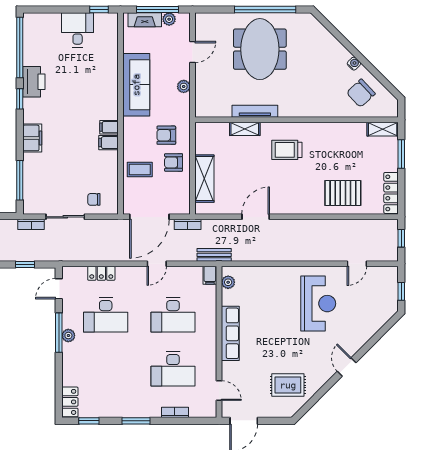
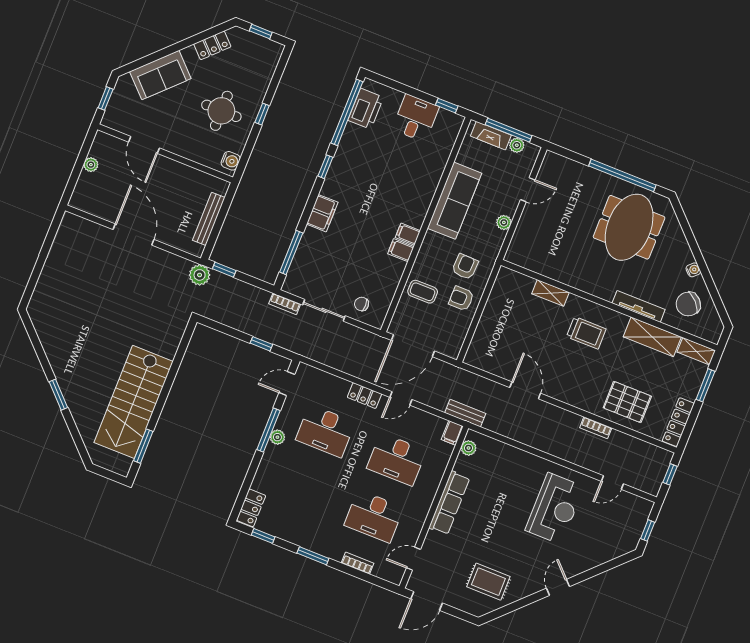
meeting table: (260, 49) -> (629, 227), moved
printer: (34, 82) -> (366, 109), moved
tv unit: (255, 111) -> (639, 306), moved
armchair: (166, 135) -> (465, 267), turned 92
trolley: (287, 150) -> (586, 333), turned 180
shelving: (204, 179) -> (652, 337), moved, turned 90
door: (256, 217) -> (525, 390), hinge flipped
bookcase: (188, 224) -> (596, 428), moved
locker: (101, 273) -> (364, 396), moved
door: (219, 391) -> (413, 559), swing flipped

